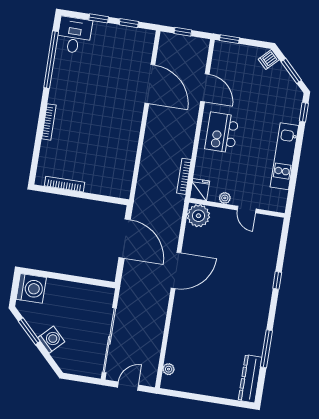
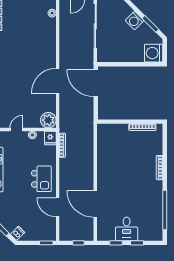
desk: (74, 35) -> (127, 229), moved
door: (247, 209) -> (16, 129), hinge flipped
door: (125, 239) -> (96, 83), moved

